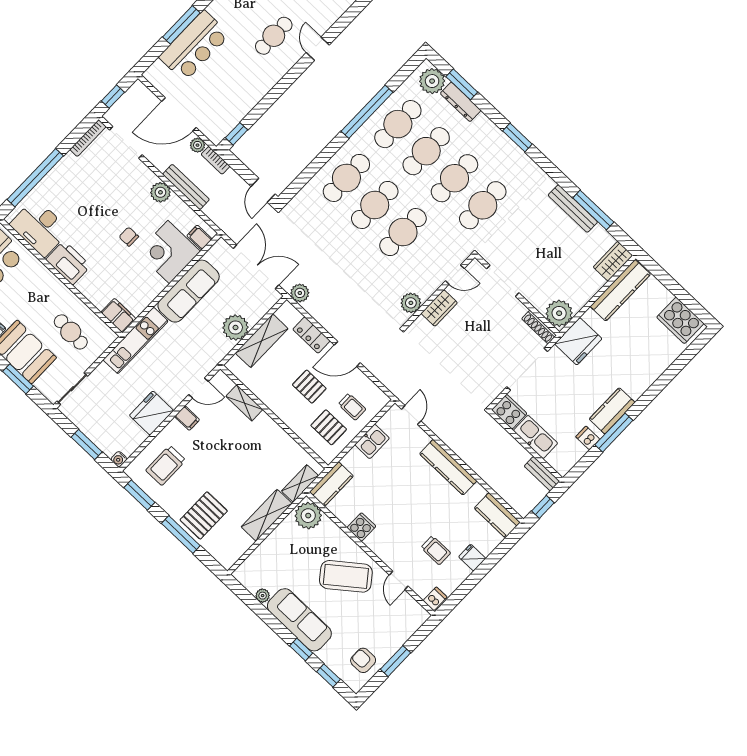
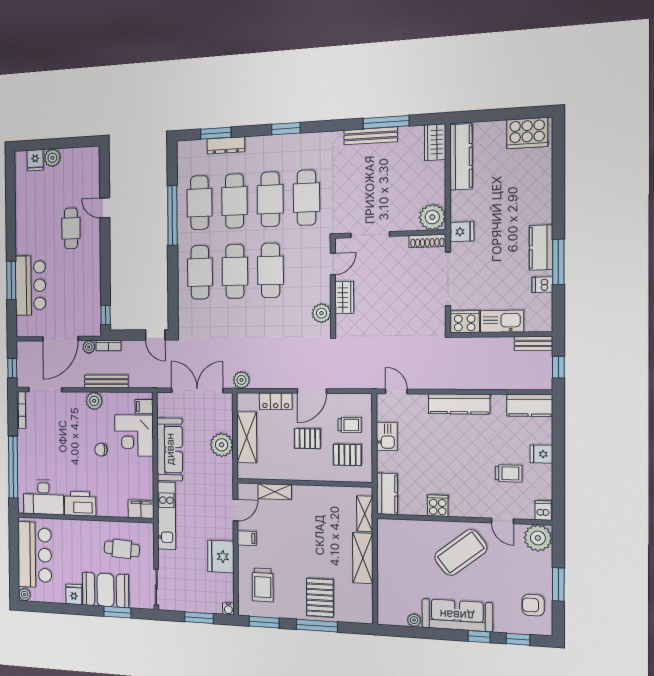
plant: (432, 81) -> (195, 152), removed
fridge: (578, 341) -> (462, 232), width x0.53, depth x0.75
plant: (308, 516) -> (538, 538), moved

